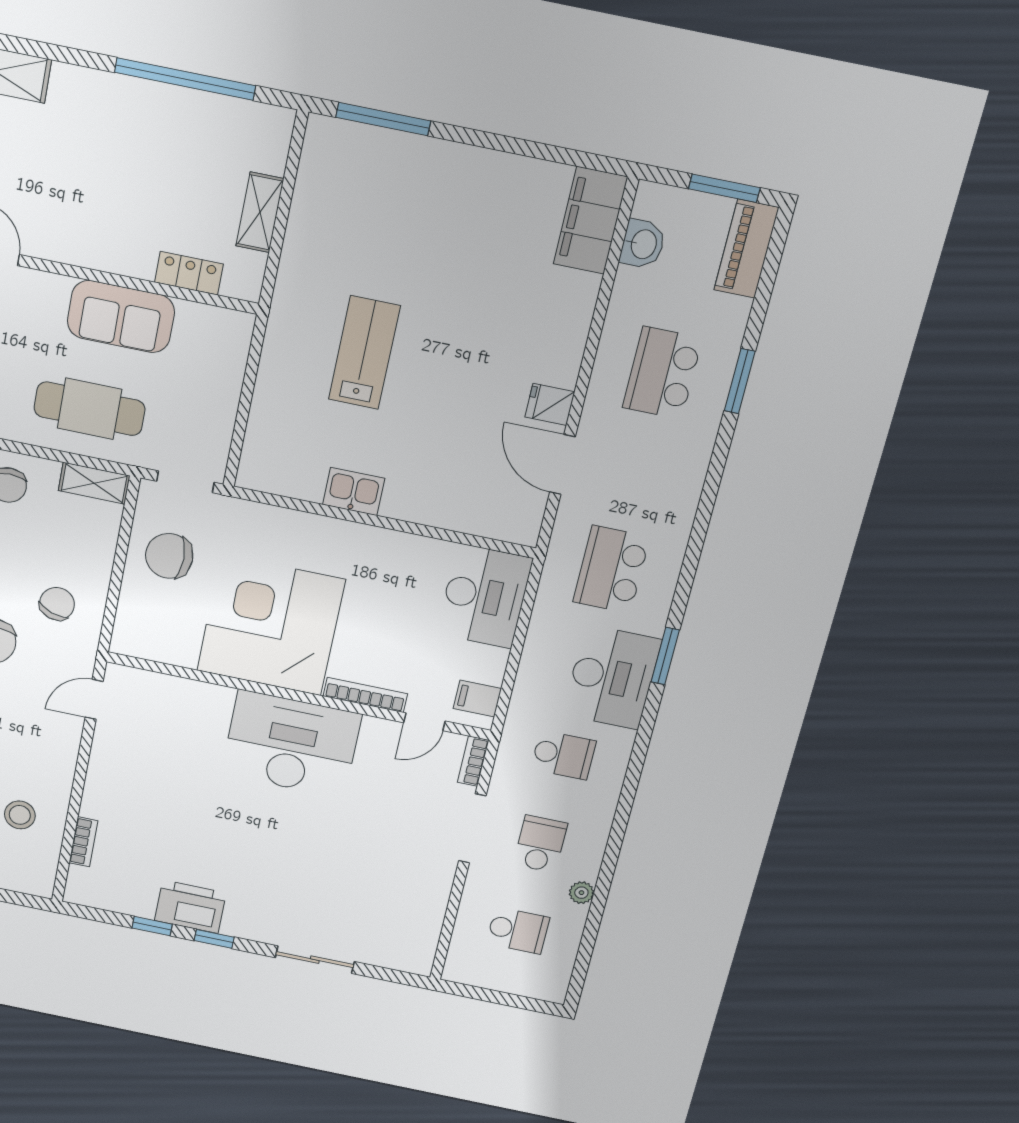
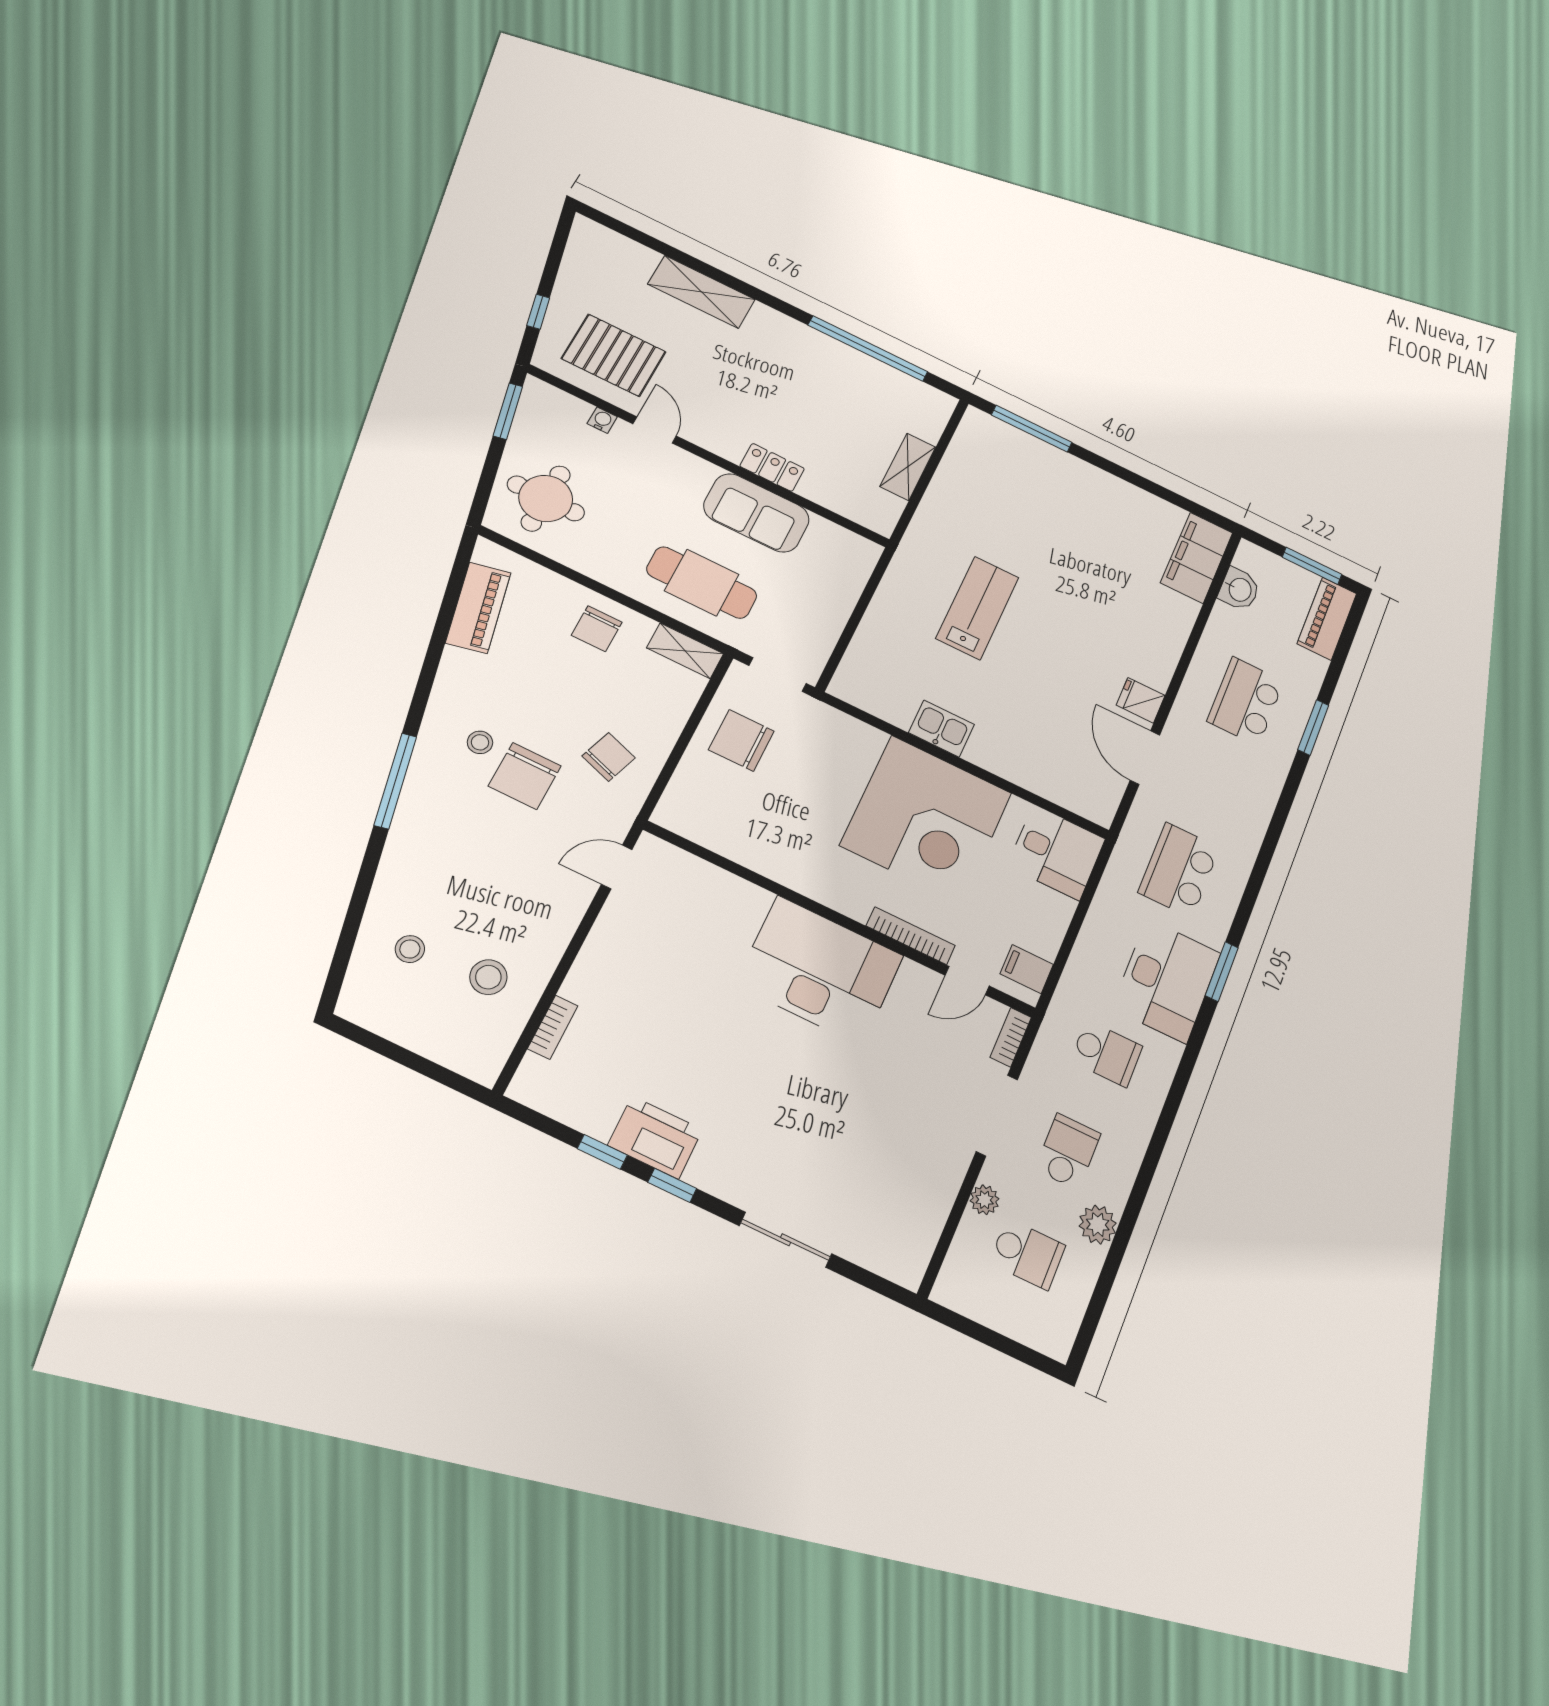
locker: (189, 273) -> (772, 467), moved
desk: (485, 596) -> (1056, 852), width x0.73
corner desk: (271, 625) -> (926, 819), moved, turned 180
plant: (581, 893) -> (1098, 1225), width x1.38, depth x1.38
plant: (474, 897) -> (985, 1200), added

